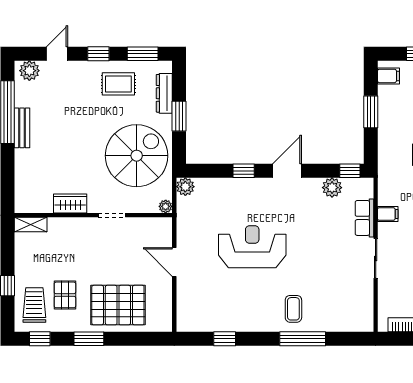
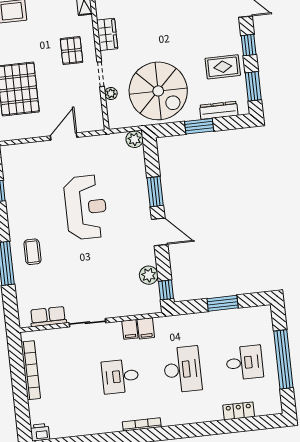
filing cabinet: (388, 76) -> (146, 328), moved
rug: (118, 84) -> (223, 67), turned 90
window: (244, 171) -> (155, 192), width x1.50
plant: (166, 206) -> (111, 93), moved
row of seats: (364, 218) -> (48, 317), moved
pallet: (65, 295) -> (71, 51), moved, turned 90
coffee table: (293, 309) -> (32, 252), turned 90

